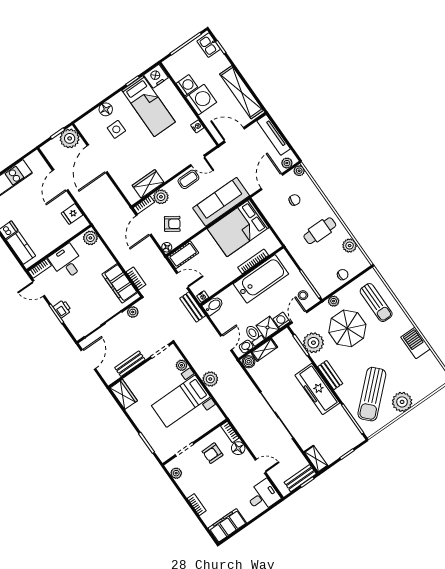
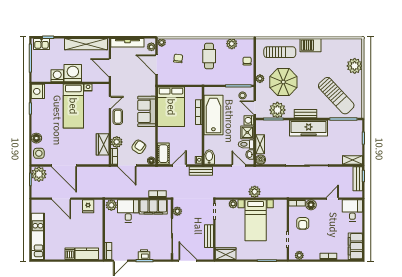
bed: (149, 106) -> (73, 106), moved, turned 90
side table: (116, 129) -> (39, 153), moved
door: (234, 135) -> (110, 68), hinge flipped
sofa: (221, 202) -> (147, 111), width x0.73
desk: (67, 262) -> (128, 211), moved, turned 90
barbecue: (416, 343) -> (311, 45), moved
plant: (402, 402) -> (355, 66), moved

